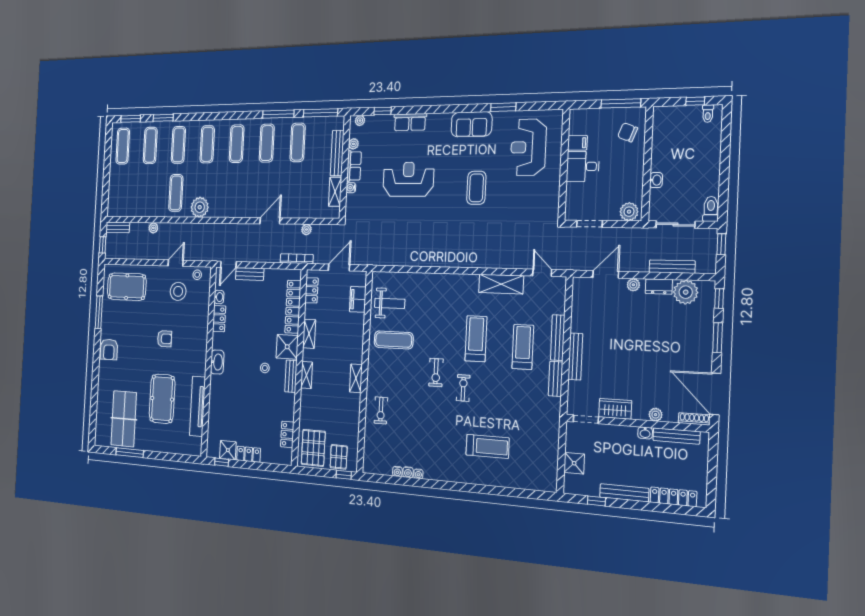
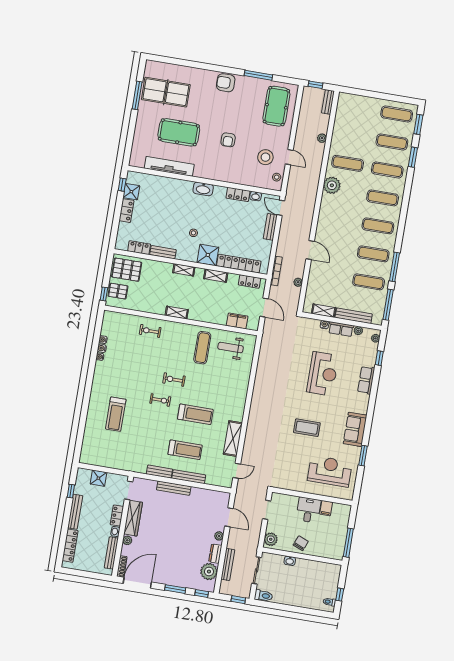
chair: (628, 132) -> (301, 543), moved
weight bench: (390, 303) -> (231, 348), turned 90
bench: (291, 376) -> (163, 252), moved
wardrobe: (615, 409) -> (133, 518), width x1.50
locker: (622, 433) -> (117, 516), added

